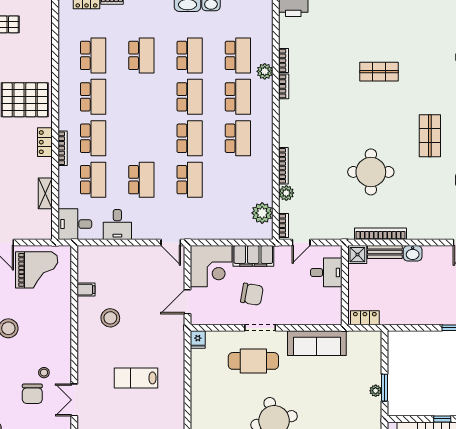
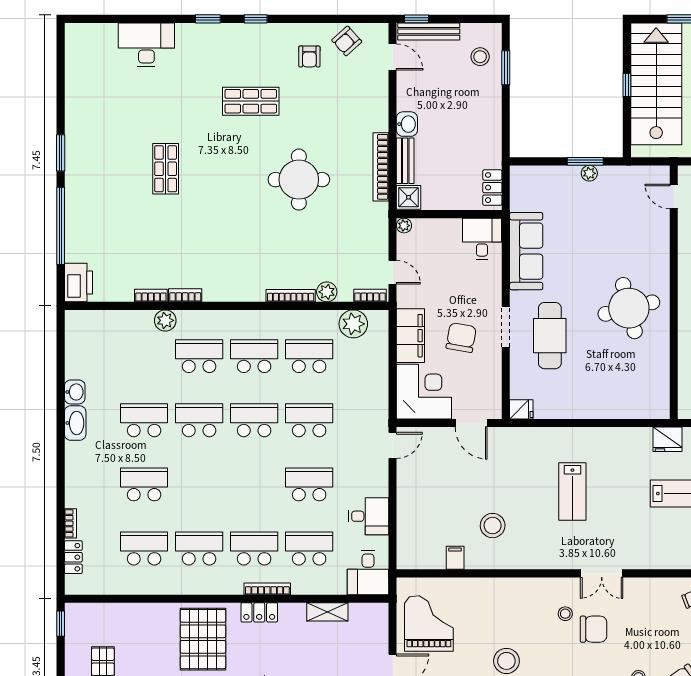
school desk: (238, 55) -> (309, 356), moved
plant: (336, 251) -> (404, 226), added
desk: (326, 272) -> (482, 239), moved

